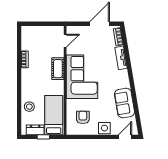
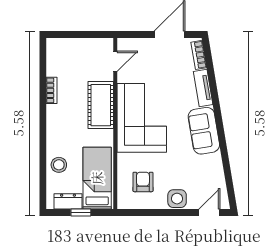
cot: (58, 69) -> (101, 105), width x1.37, depth x1.34
sofa: (124, 103) -> (204, 131), moved

